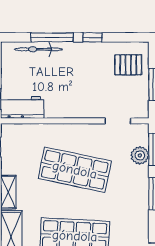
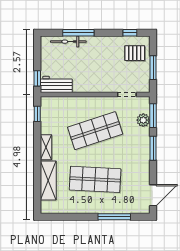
window: (92, 37) -> (130, 33), moved
shop shelf: (75, 170) -> (95, 131), turned -30

